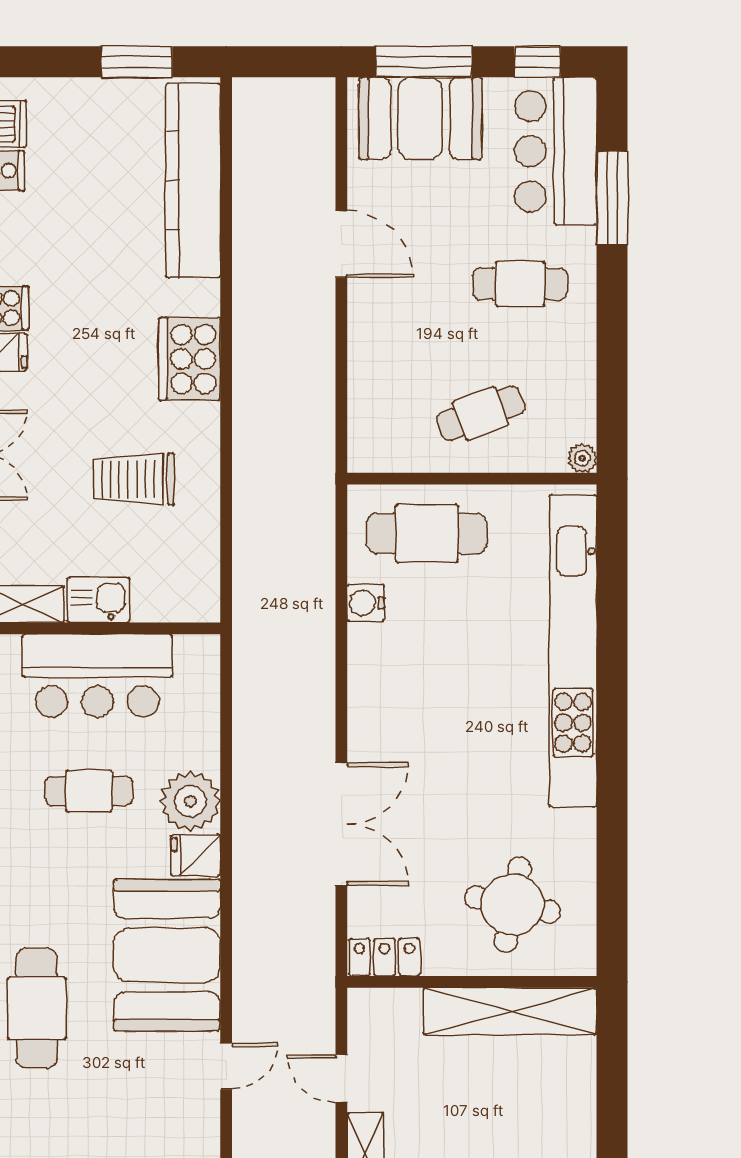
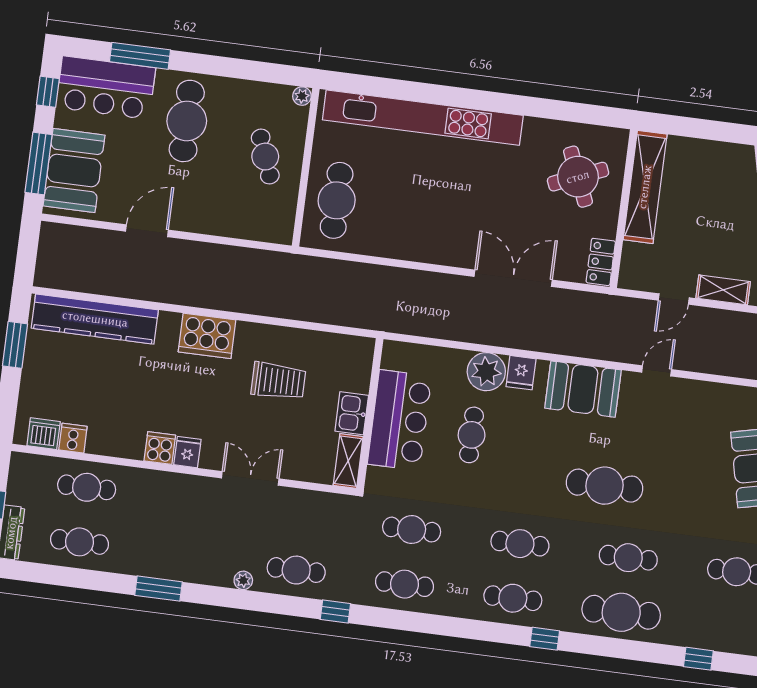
cafe table: (520, 284) -> (187, 121), width x1.37, depth x1.35
trolley: (134, 479) -> (278, 381), turned -90
water cooler: (366, 603) -> (375, 245), removed
round table: (513, 905) -> (578, 177), turned -34
booth: (167, 955) -> (583, 389), width x0.73, depth x0.70
door: (226, 1066) -> (657, 371), hinge flipped

